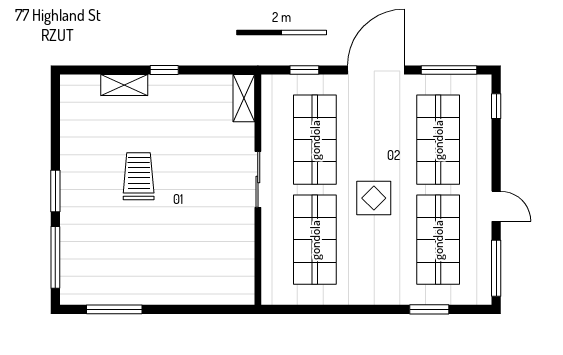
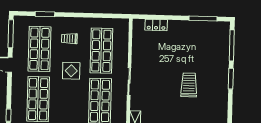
trolley: (139, 176) -> (189, 85), turned 180
trolley: (379, 262) -> (69, 39), added
locker: (207, 294) -> (156, 25), added

